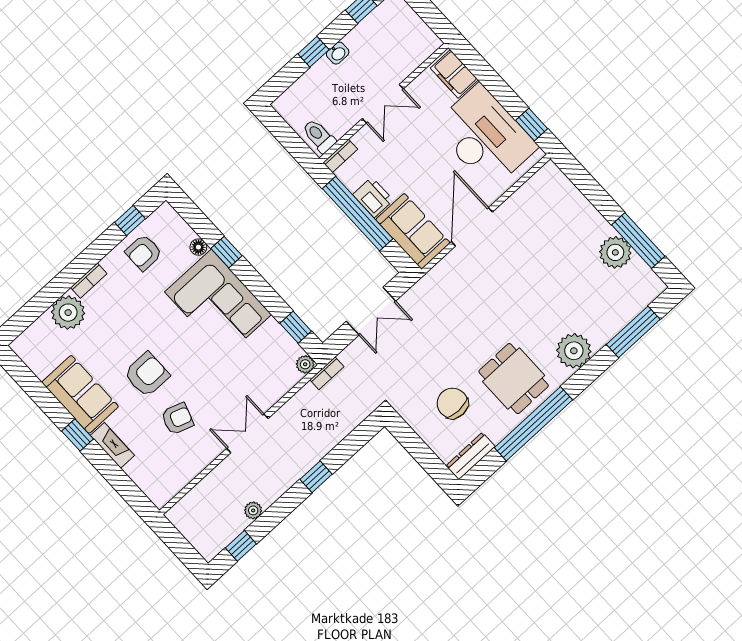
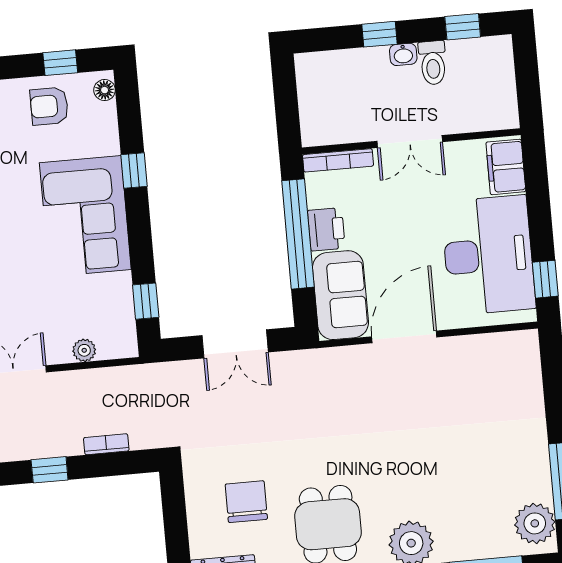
toilet: (319, 136) -> (433, 63), moved, turned 180
bookcase: (340, 156) -> (338, 160), width x1.56
floor lamp: (198, 247) -> (105, 90), moved
plant: (615, 252) -> (535, 523), moved
plant: (305, 364) -> (84, 350), moved
bookcase: (327, 373) -> (106, 444), moved, turned 180

